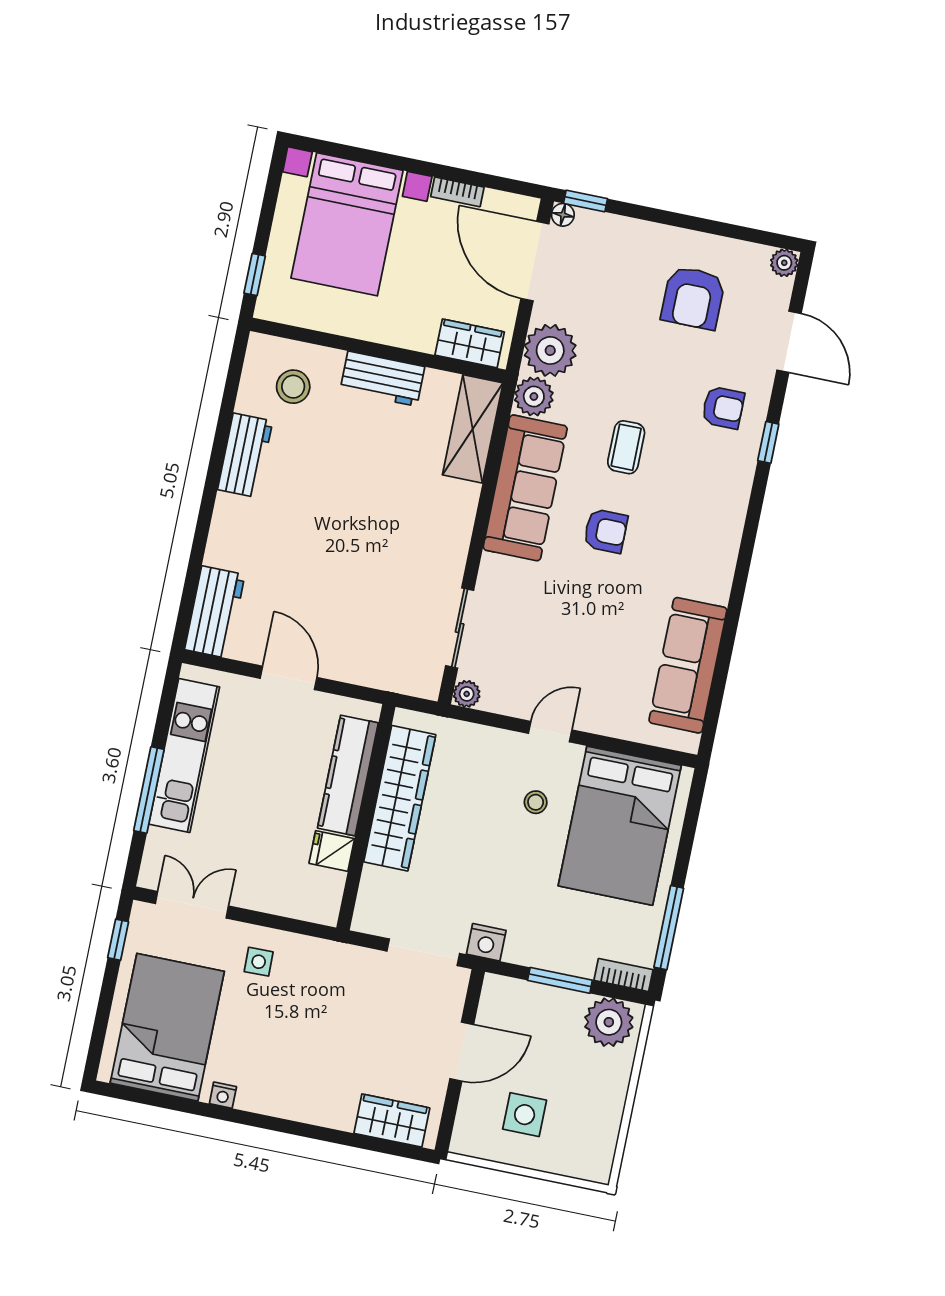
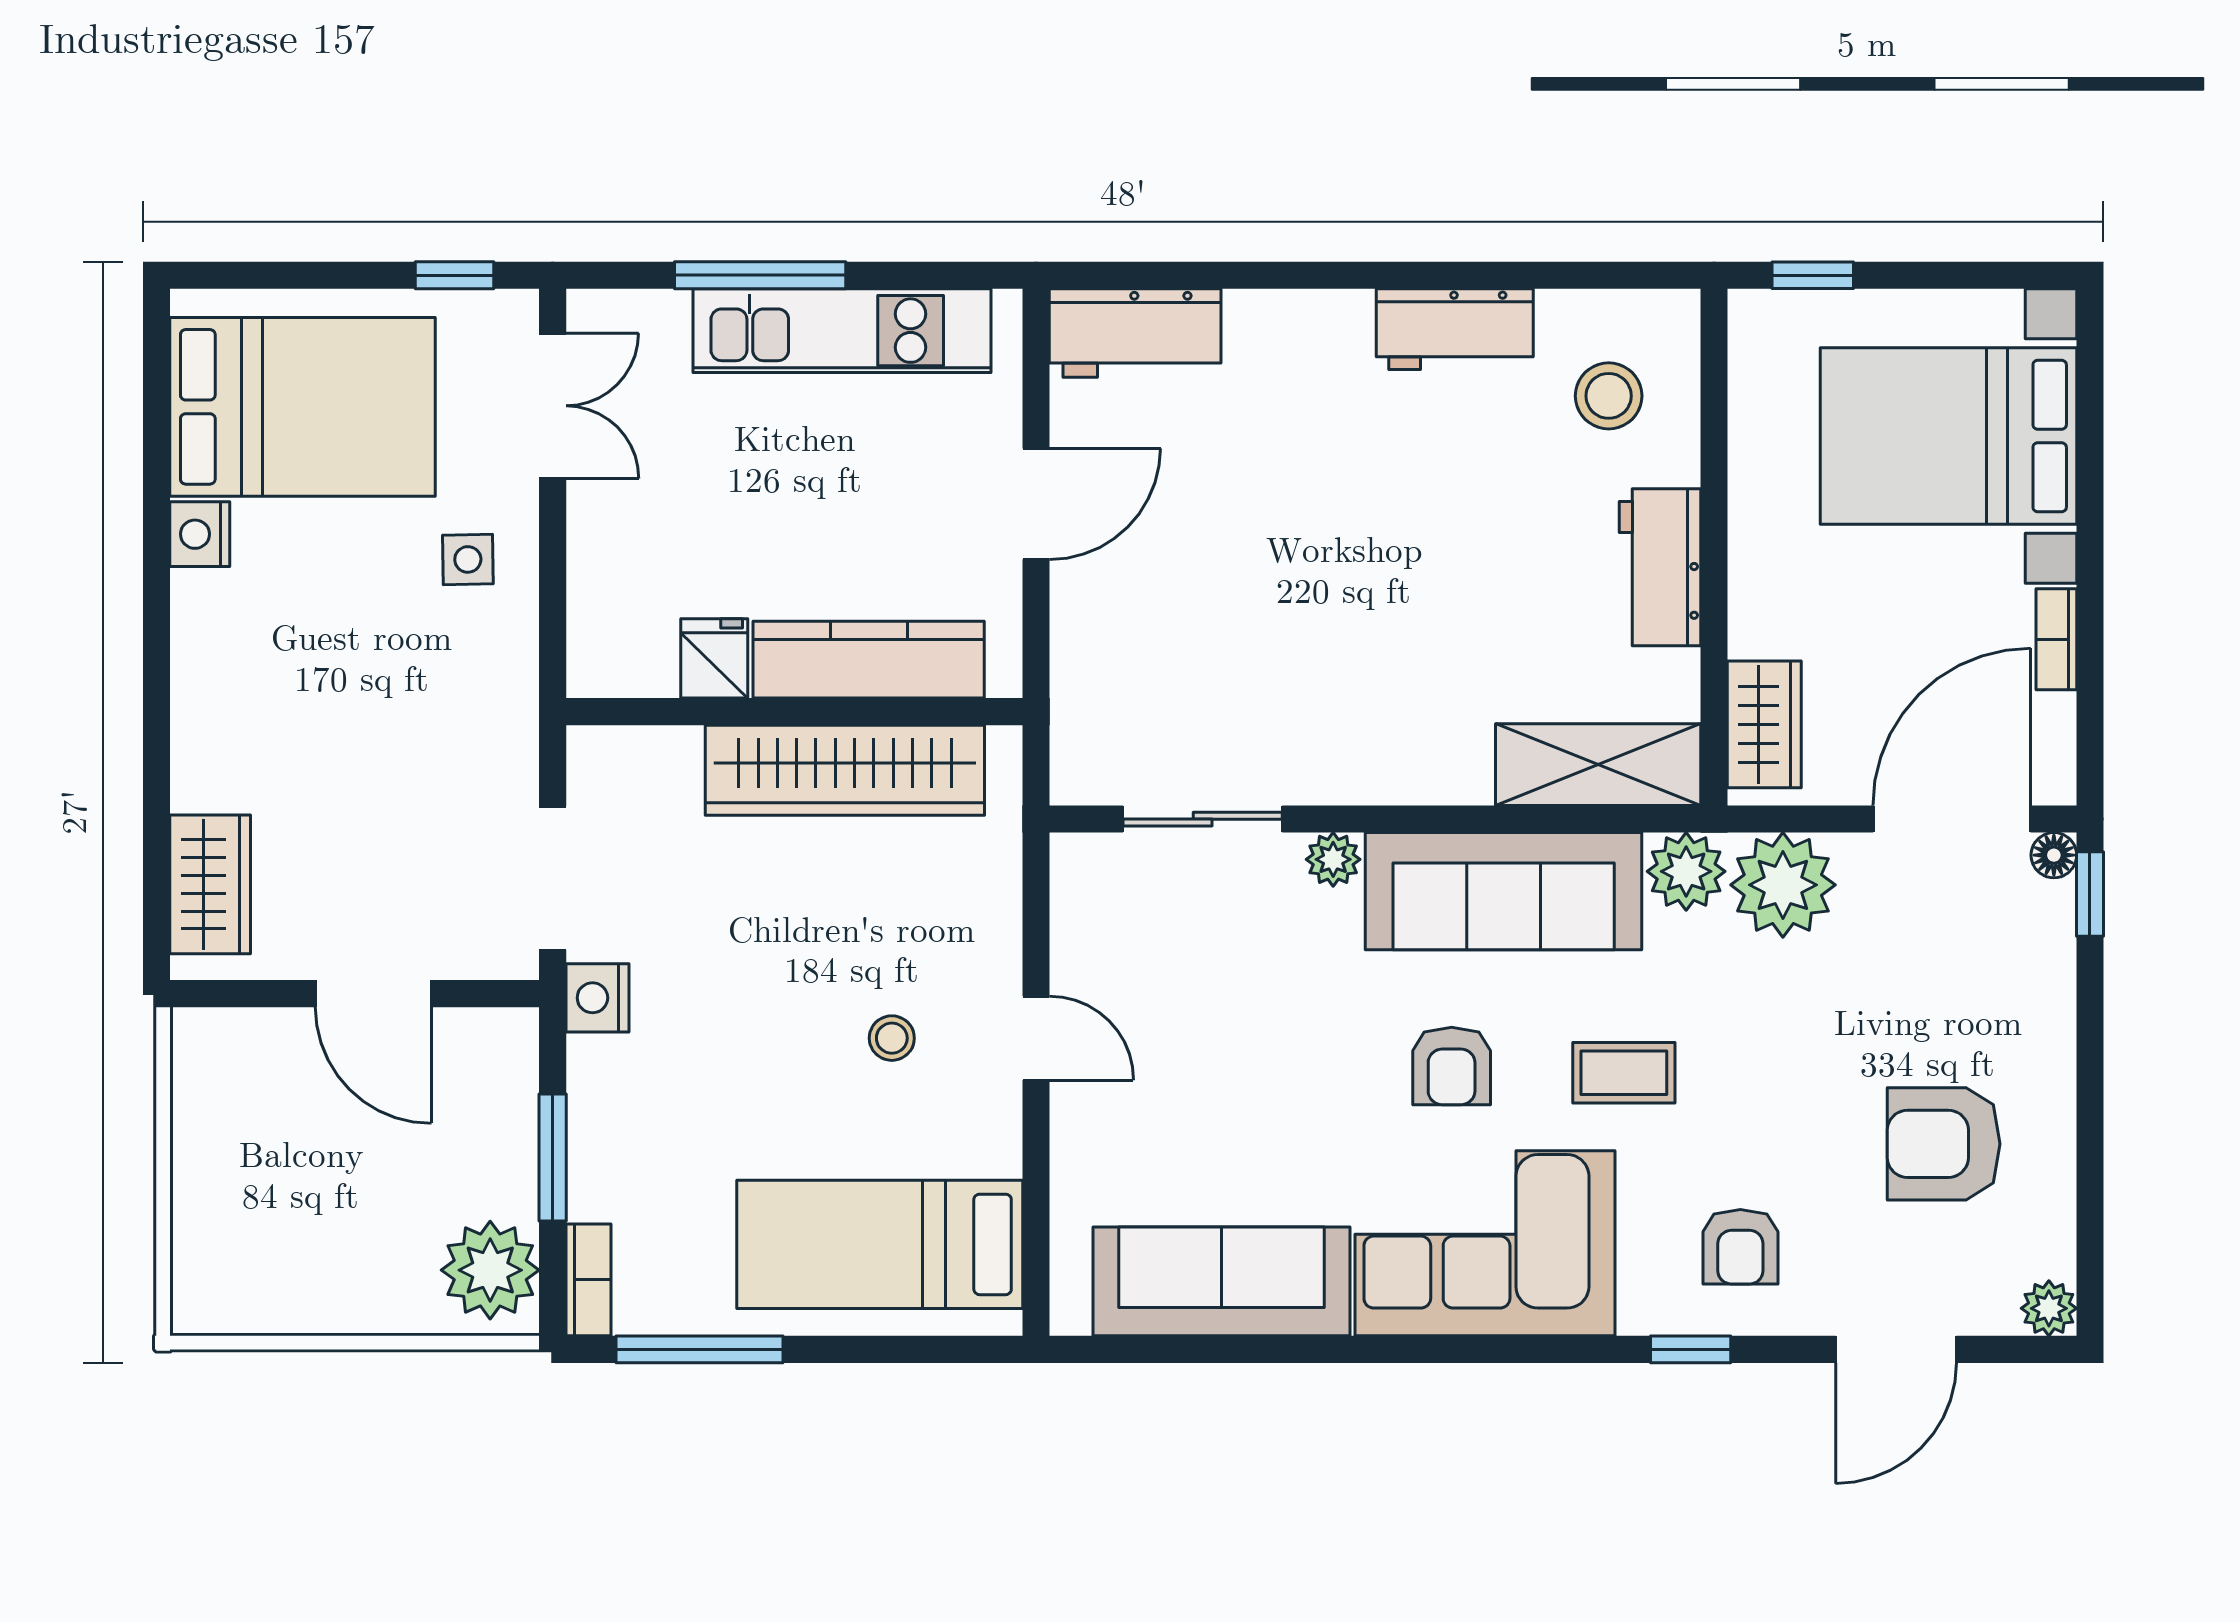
corner sofa: (696, 532) -> (1485, 1243), added
plant: (467, 694) -> (1333, 859), moved
bed: (620, 826) -> (880, 1244), width x0.67
nightstand: (223, 1095) -> (200, 534), width x1.39, depth x1.35
side table: (525, 1115) -> (275, 1142), removed

